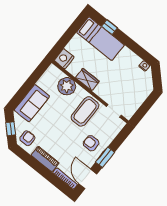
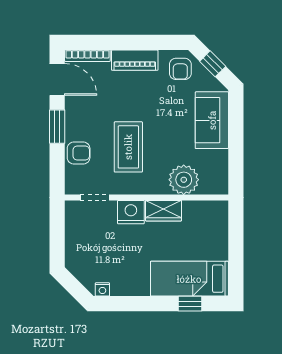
nightstand: (64, 59) -> (131, 212), moved, turned -90
coffee table: (85, 111) -> (128, 147), moved
armchair: (91, 143) -> (79, 153), moved

